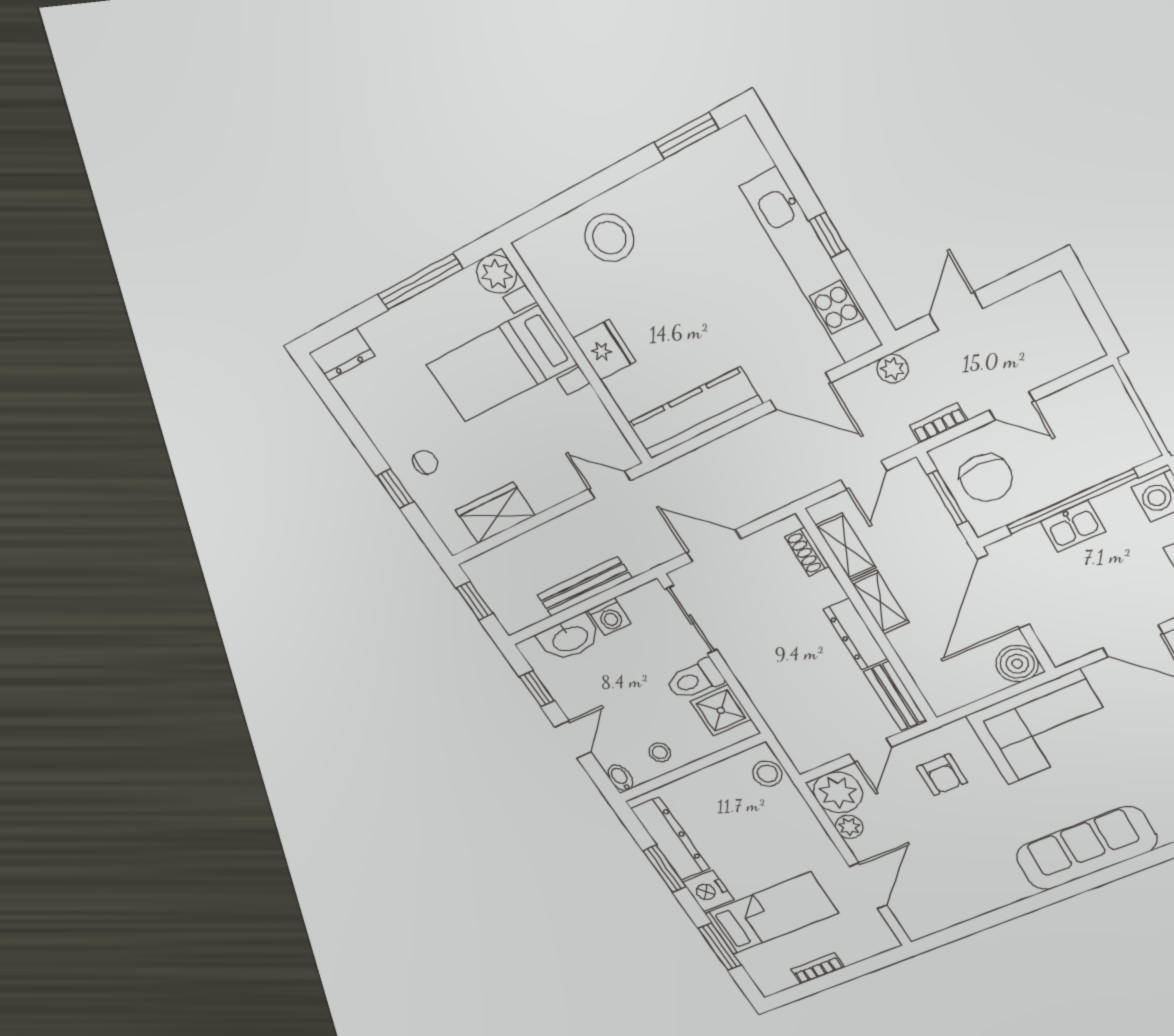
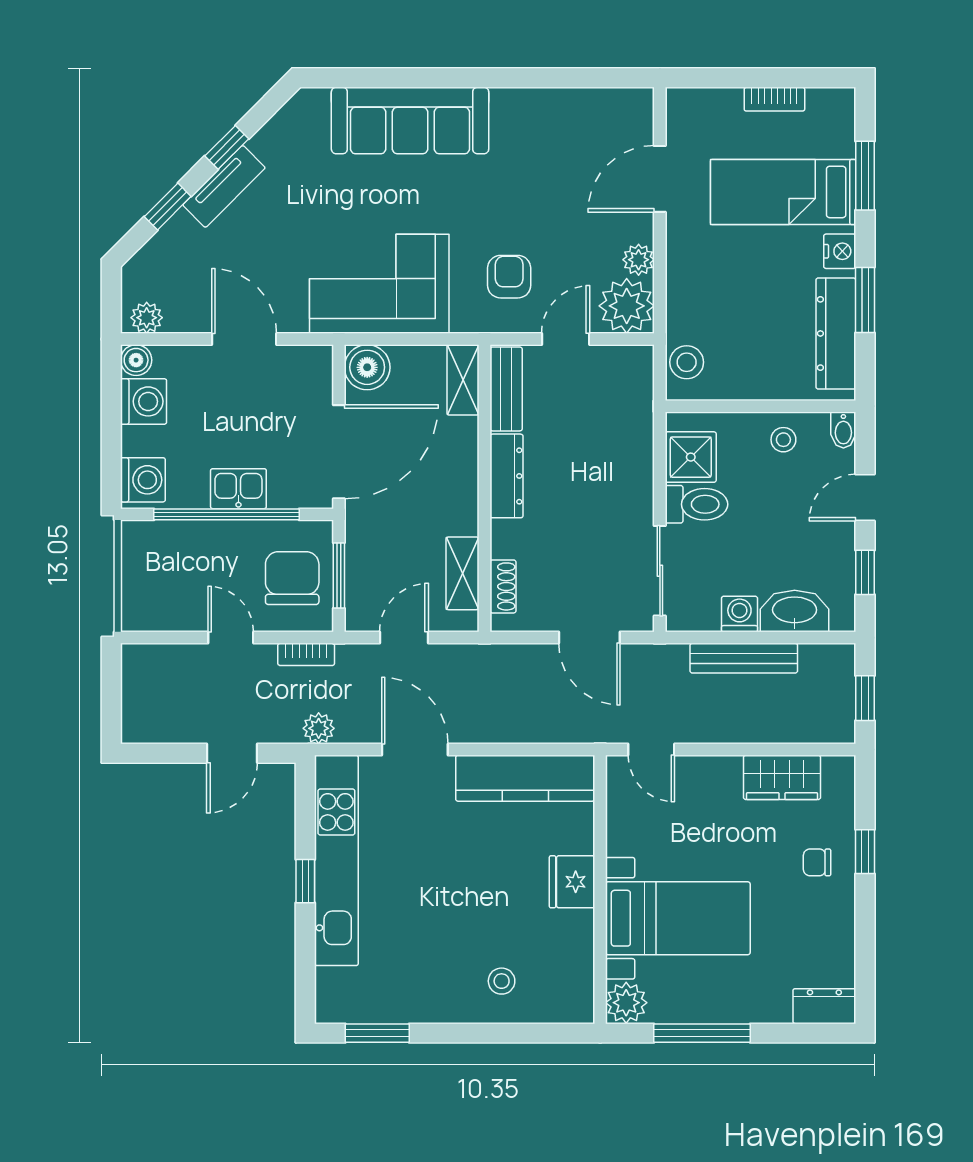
stool: (609, 238) -> (502, 981), width x0.53, depth x0.53
shelving: (880, 602) -> (463, 380), moved
nightstand: (708, 891) -> (840, 251), width x0.74, depth x0.75

